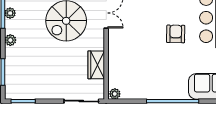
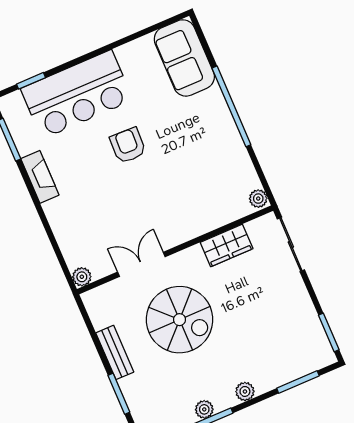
armchair: (176, 34) -> (128, 145), turned 91

